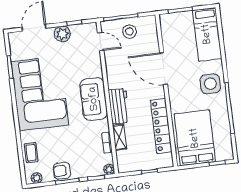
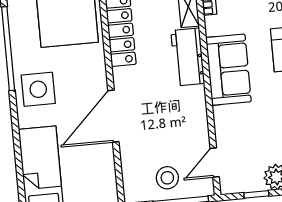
door: (101, 42) -> (215, 163), hinge flipped
door: (164, 69) -> (113, 116), swing flipped

